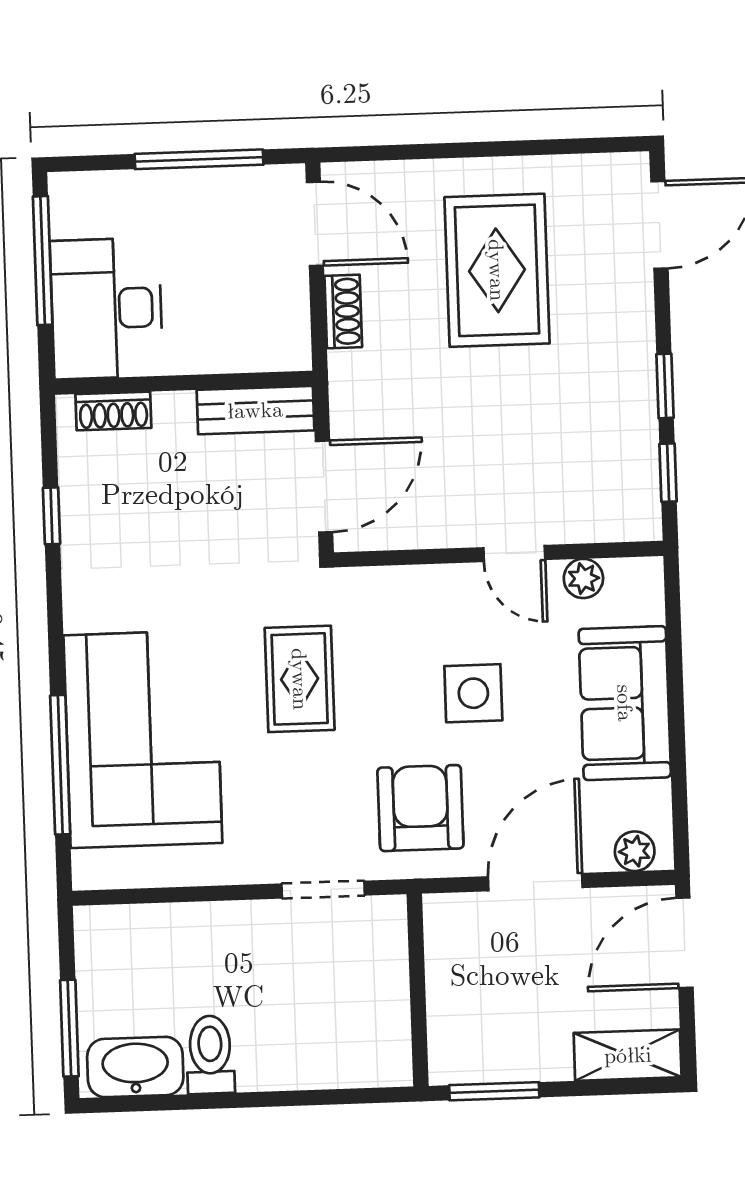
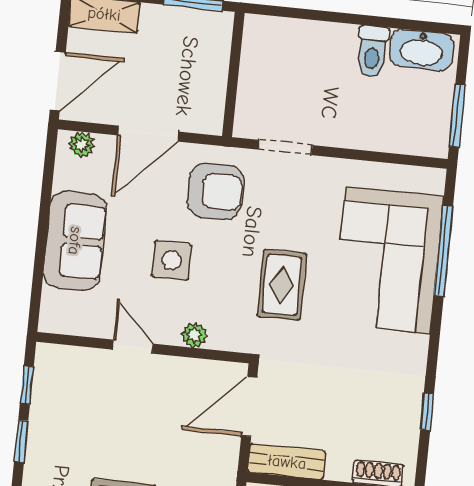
plant: (583, 578) -> (194, 335), moved
armchair: (420, 808) -> (216, 191), turned -90
window: (69, 1028) -> (457, 116), moved

